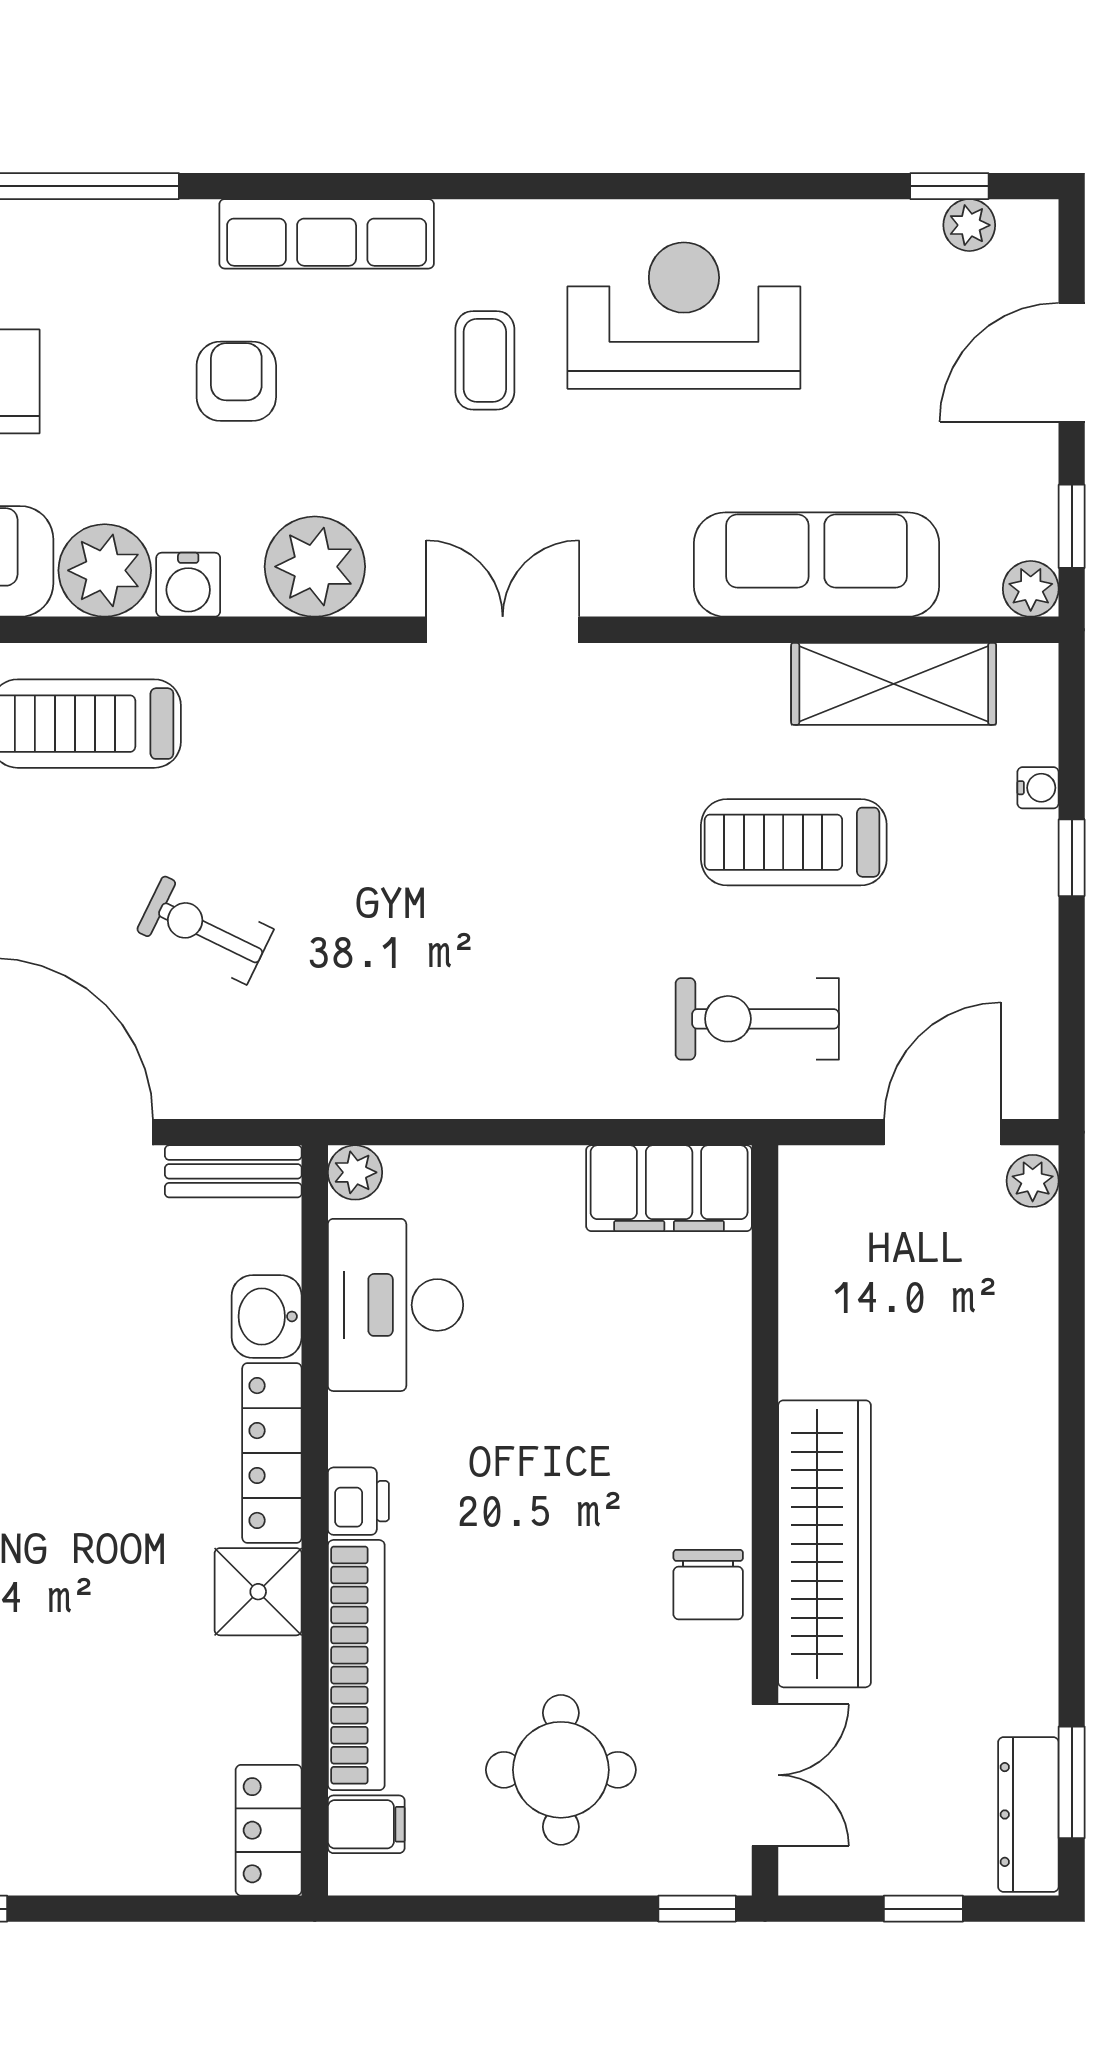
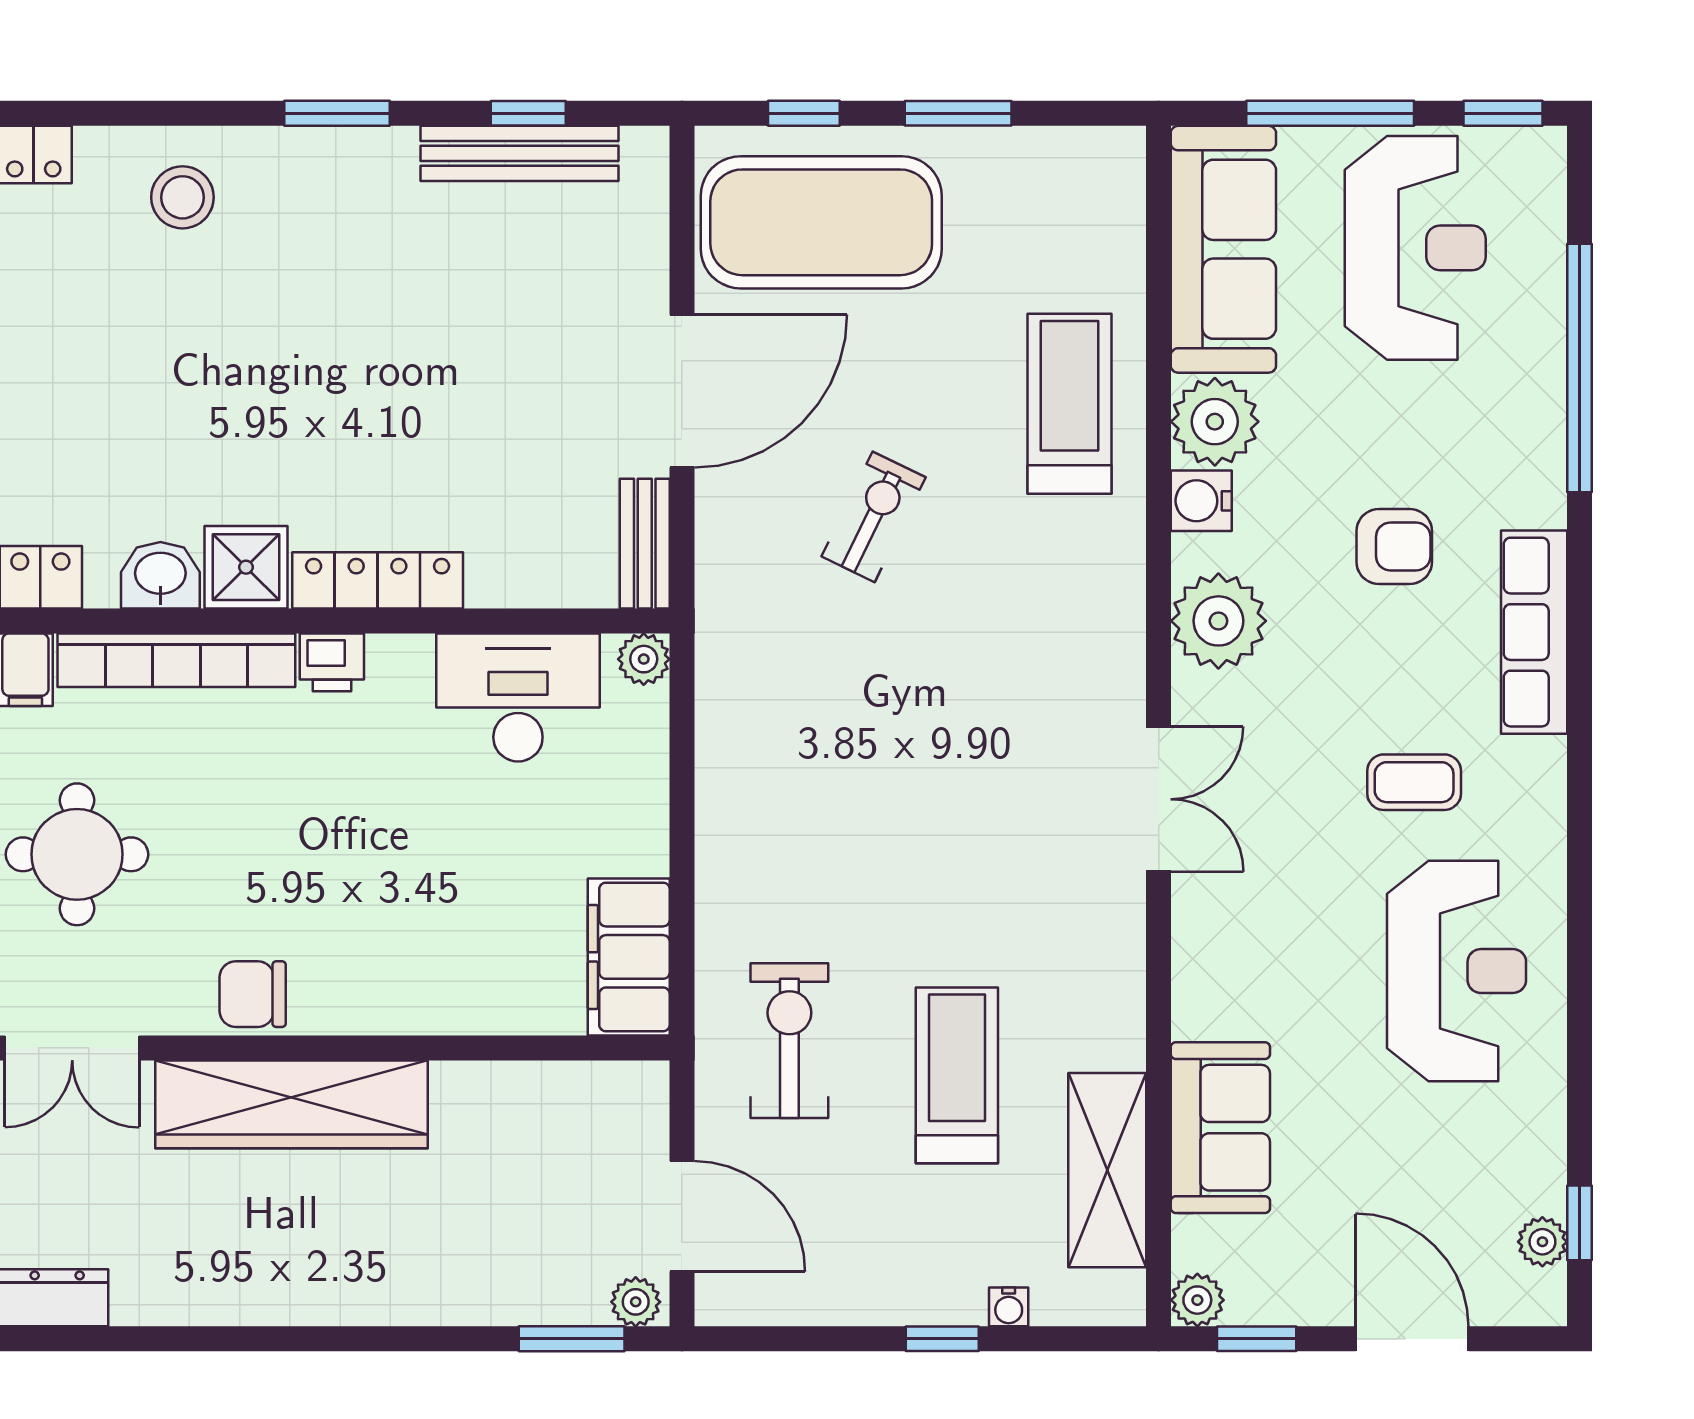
sofa: (816, 565) -> (1220, 1128), width x0.73
washbasin: (267, 1316) -> (160, 575), moved
window: (1072, 1782) -> (572, 1339), moved

